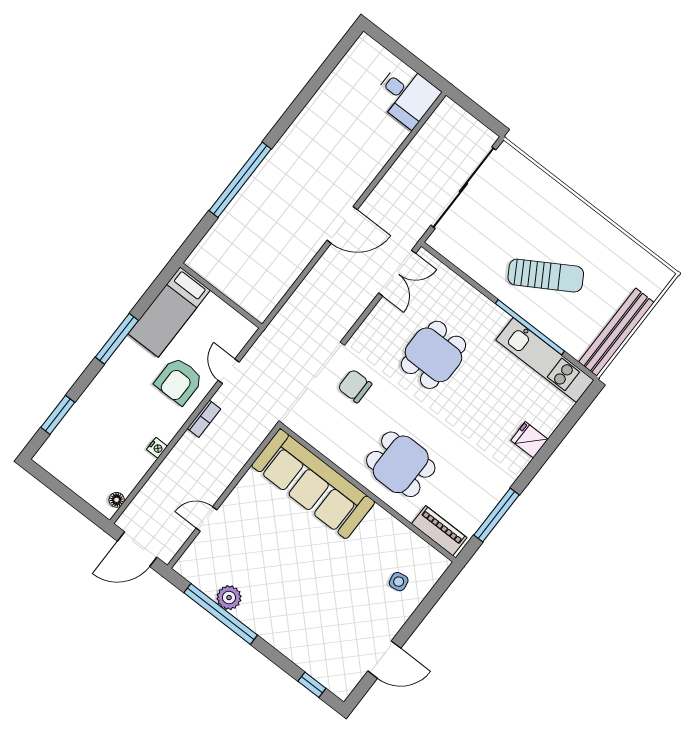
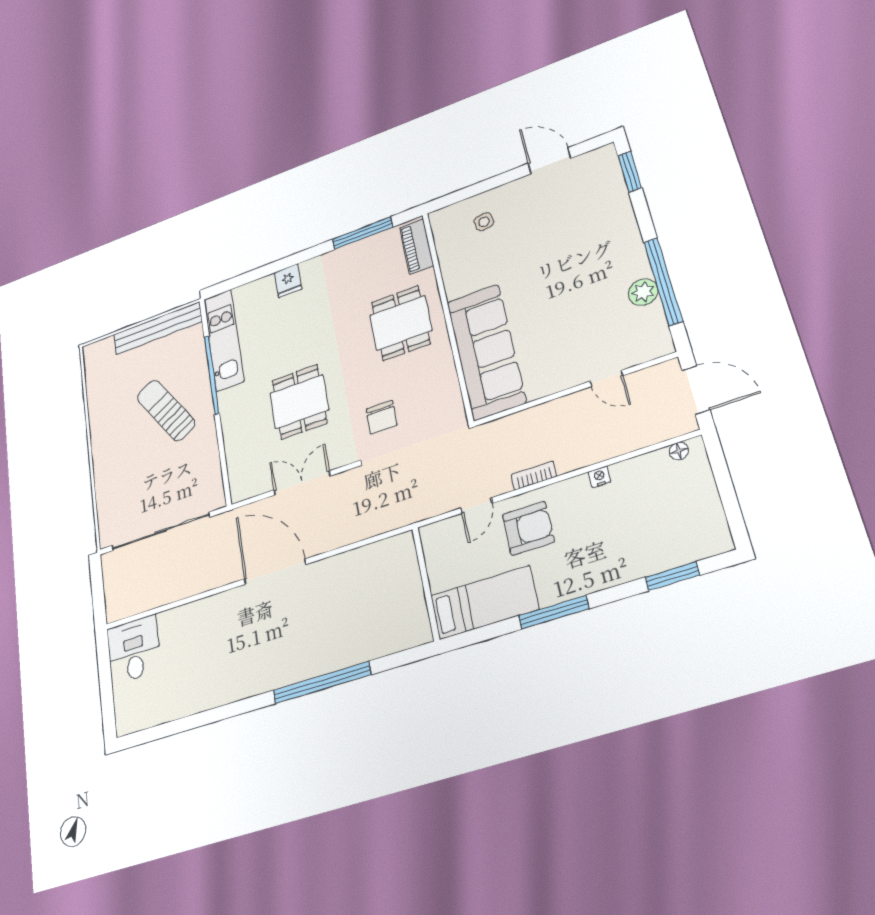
door: (342, 225) -> (275, 572), width x1.36
double door: (397, 273) -> (302, 483), moved
dining table: (433, 355) -> (299, 402), turned 90
window: (312, 685) -> (630, 172), width x1.50

